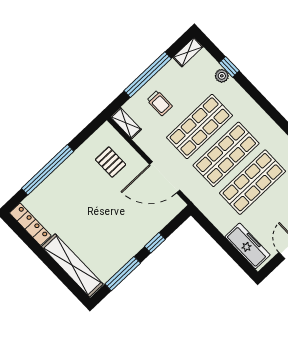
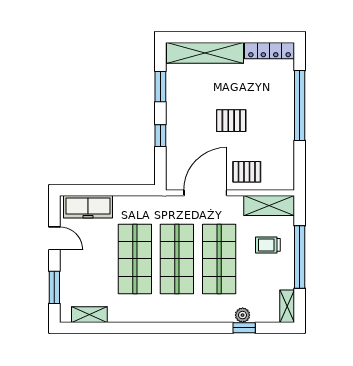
shelving: (126, 123) -> (269, 206), width x1.50, depth x1.33
pallet: (111, 162) -> (247, 172), moved
pallet: (101, 206) -> (231, 121), added
window: (123, 274) -> (160, 87), width x0.69

